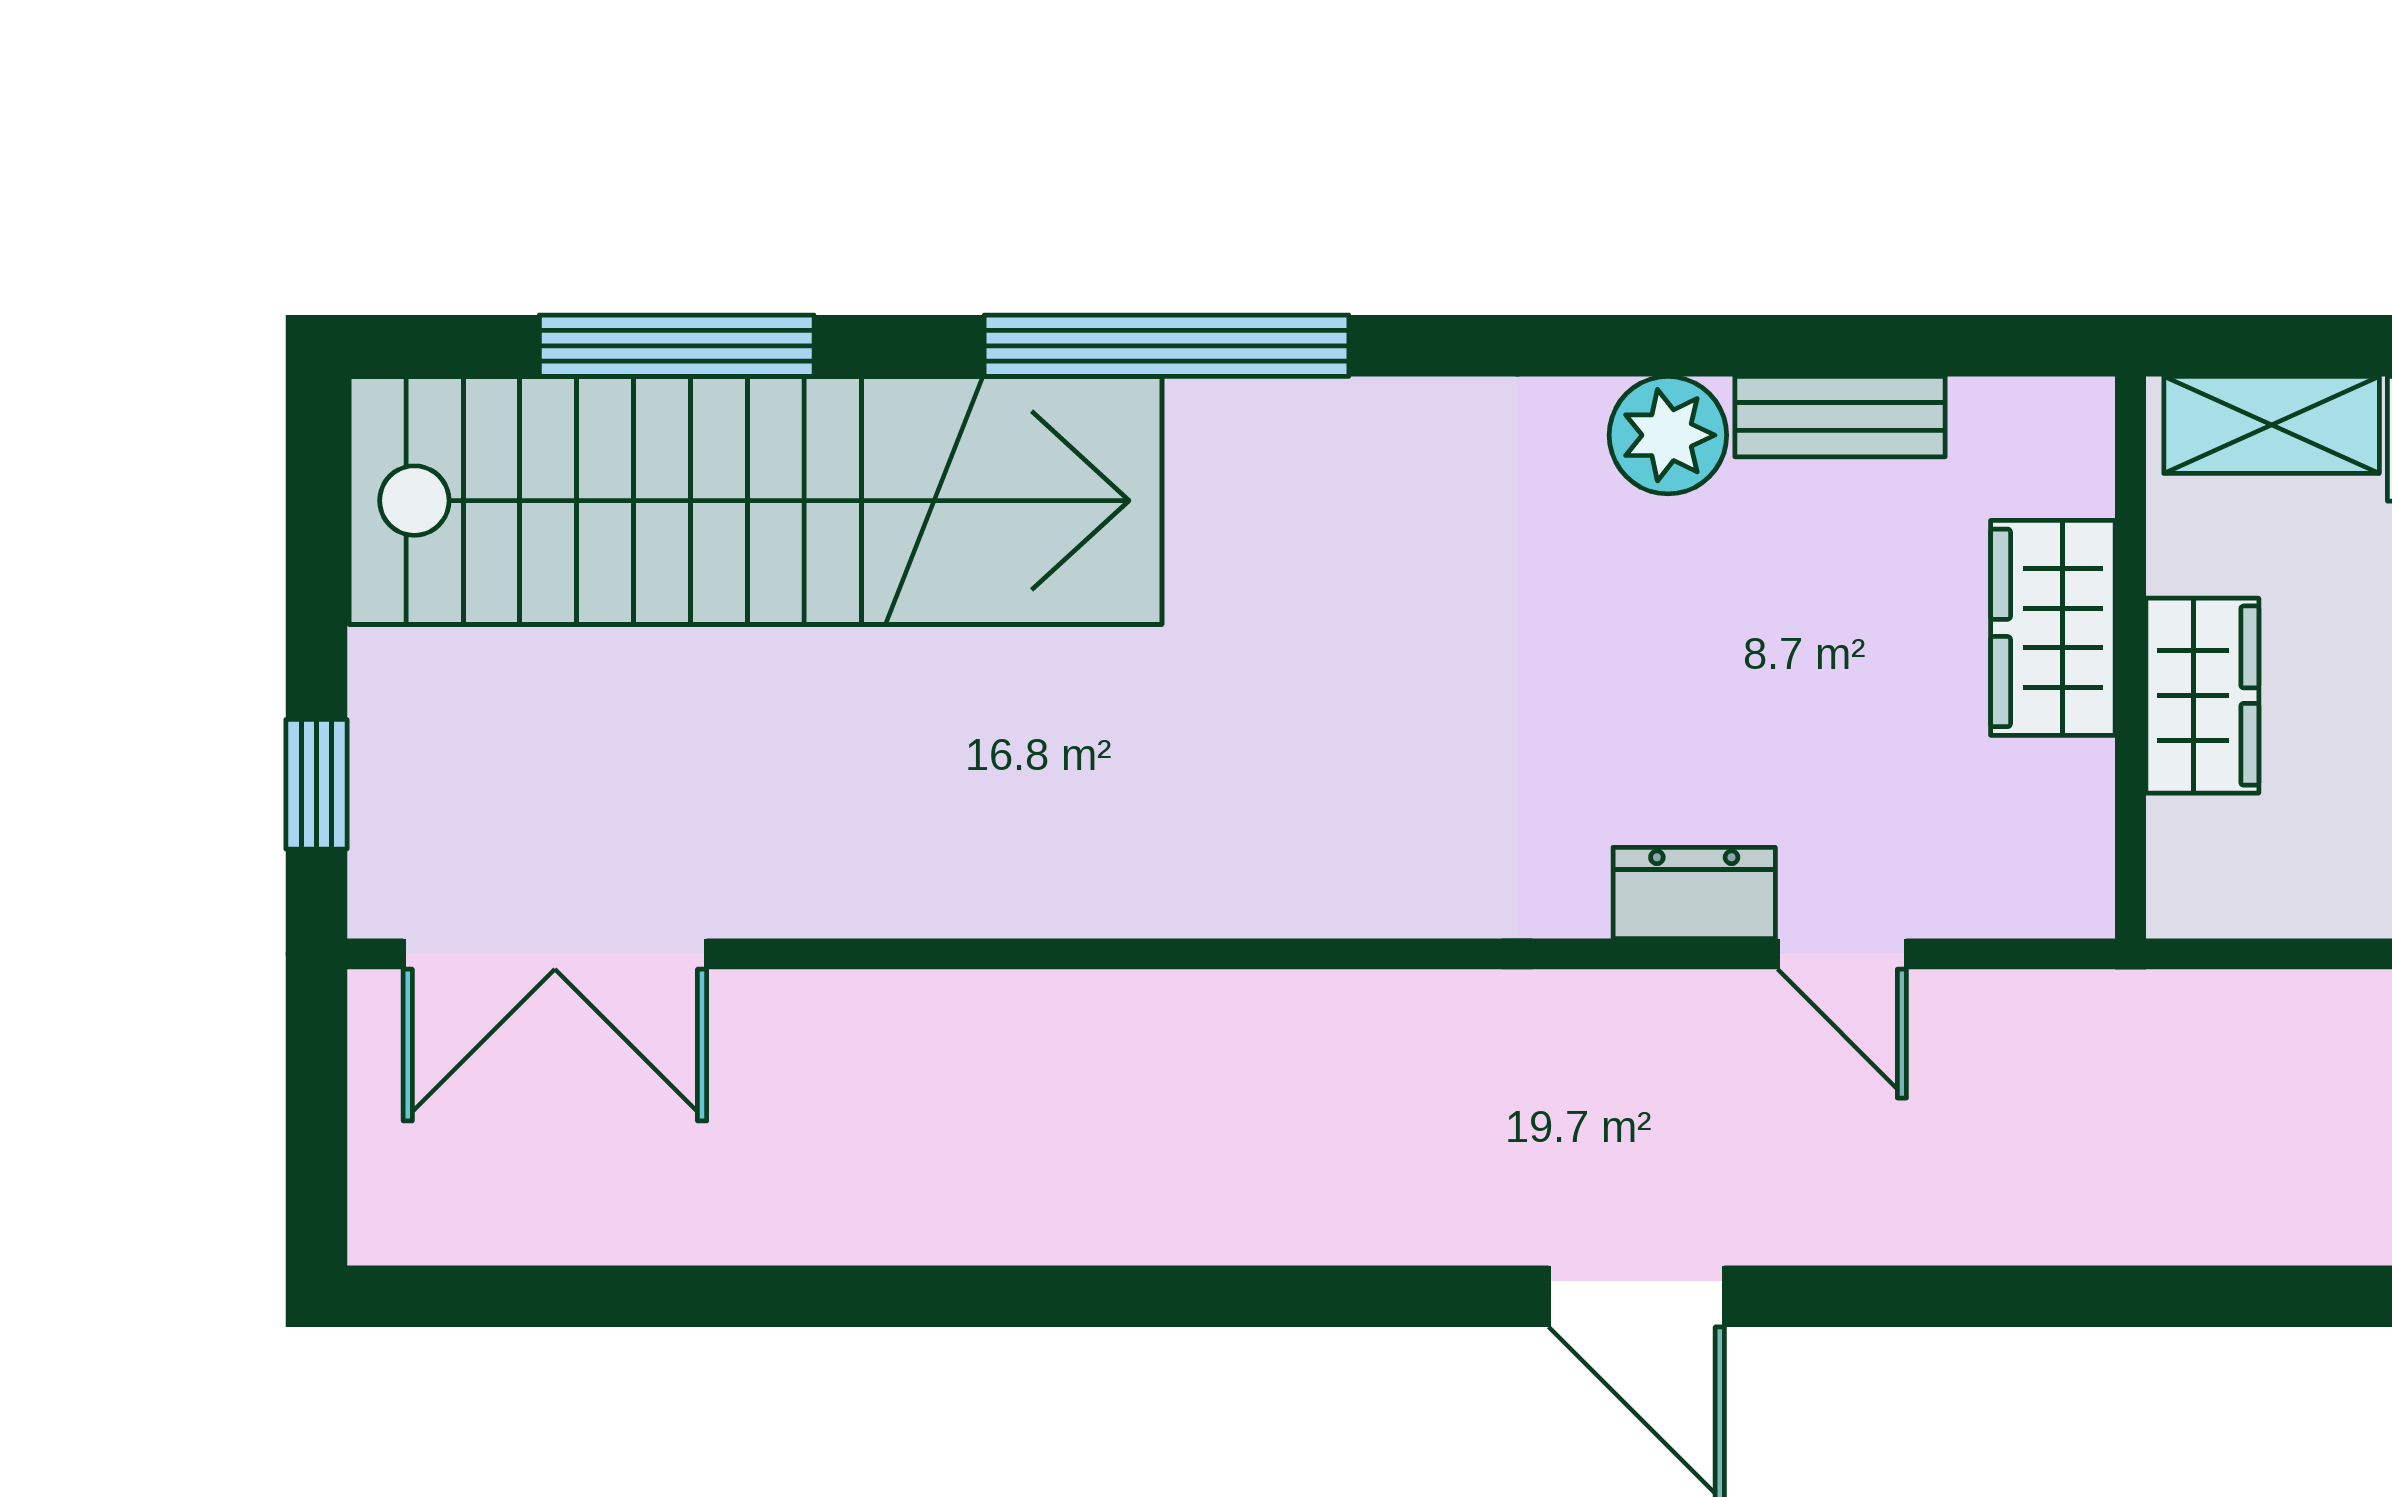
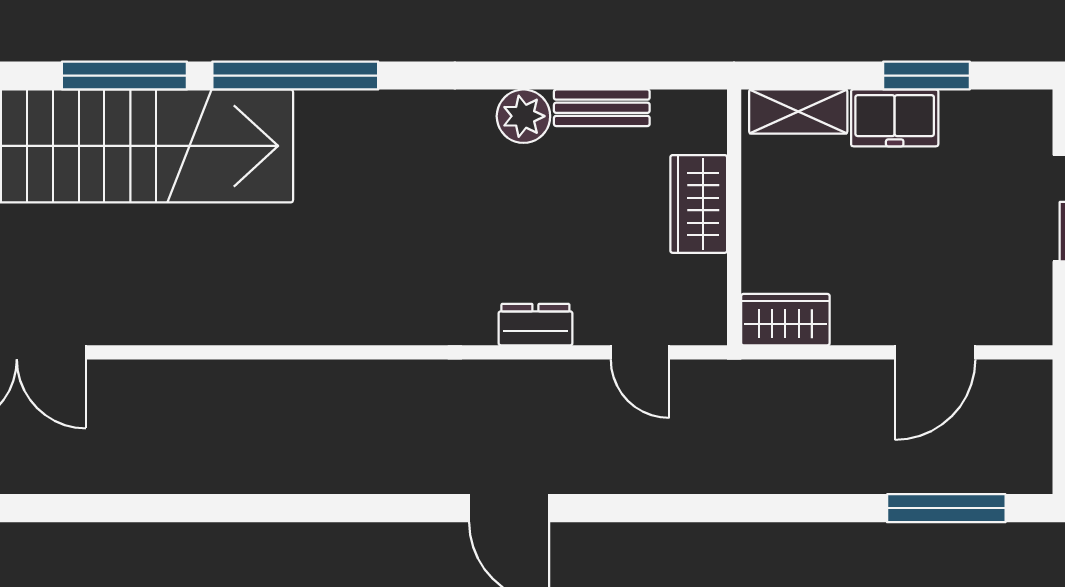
window: (677, 346) -> (124, 76), moved
wardrobe: (2202, 696) -> (785, 320), moved, turned -90
door: (1842, 954) -> (640, 352), moved

